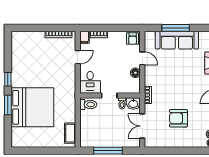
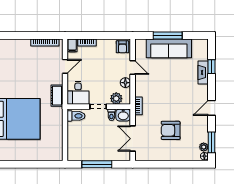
plant: (127, 88) -> (116, 98), added
cot: (70, 133) -> (57, 96), moved

